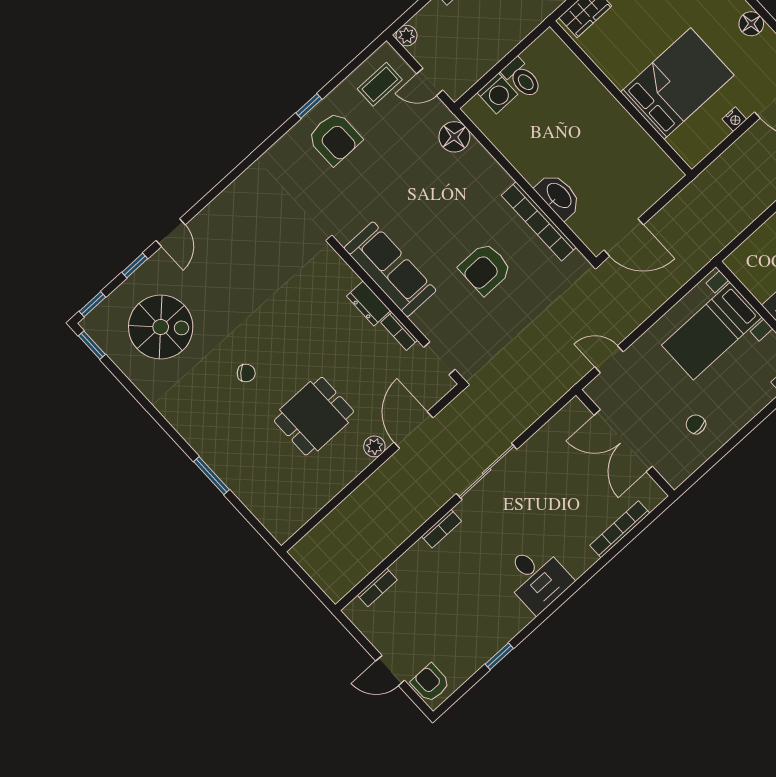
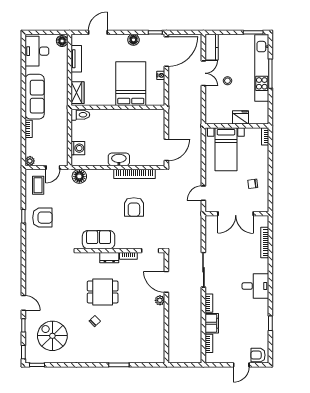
toilet: (522, 78) -> (80, 115), moved
washbasin: (558, 196) -> (119, 159), moved
sofa: (390, 269) -> (99, 240), width x0.73
spiral stairs: (161, 327) -> (52, 336), turned -90
dining table: (314, 416) -> (103, 292), moved, turned 90
filing cabinet: (414, 563) -> (212, 323), added

